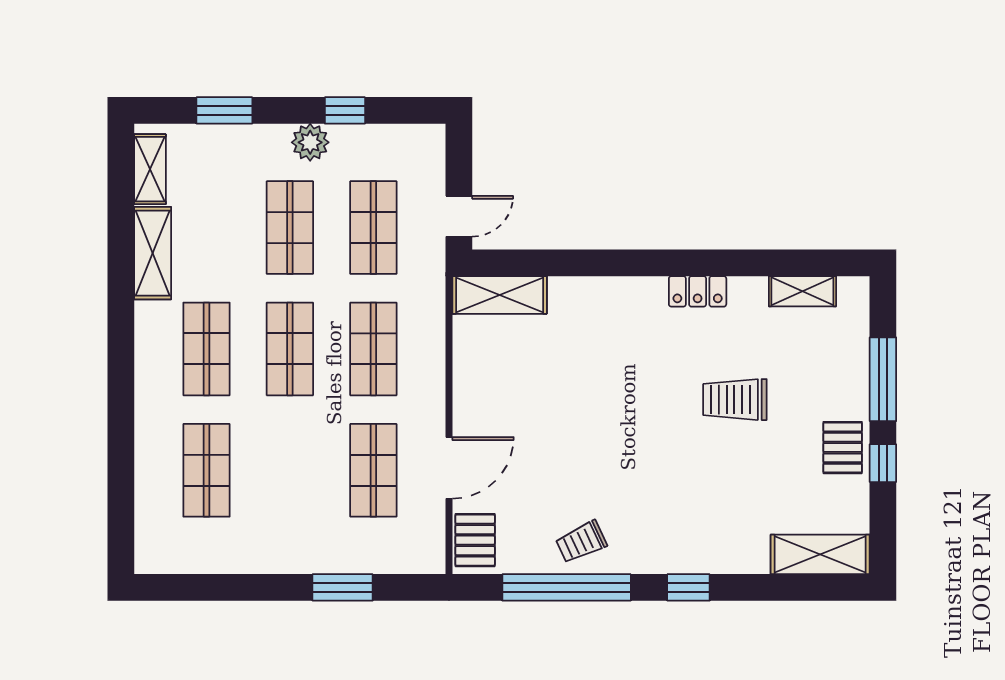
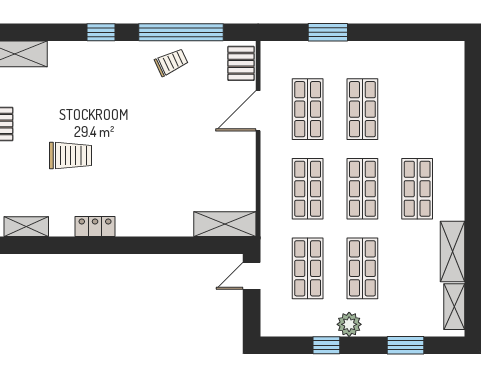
shop shelf: (206, 470) -> (362, 109), moved

